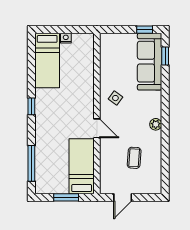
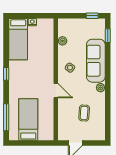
sofa: (150, 62) -> (96, 61), moved
plant: (106, 63) -> (62, 41), added
bed: (82, 166) -> (28, 119), moved
window: (66, 197) -> (33, 143), removed

